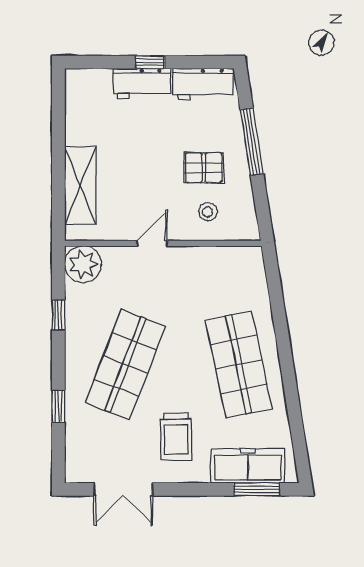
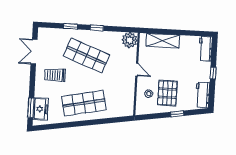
workbench: (142, 83) -> (205, 49), moved
window: (252, 142) -> (177, 114), width x0.46
pallet: (204, 168) -> (167, 93), width x1.50, depth x1.42
window: (58, 315) -> (97, 28), moved
freezer: (248, 466) -> (41, 109), width x0.71

